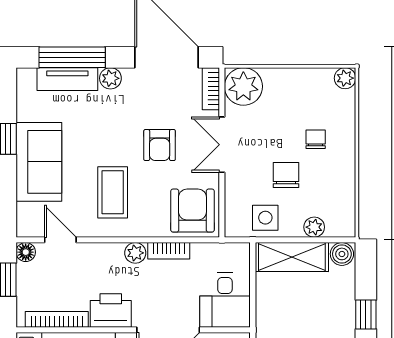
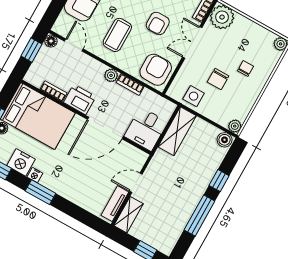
chair: (286, 175) -> (218, 79), turned 180
plant: (314, 227) -> (235, 126), moved
shelving: (292, 257) -> (177, 131), moved, turned 90
bookcase: (57, 319) -> (54, 91), width x0.64

